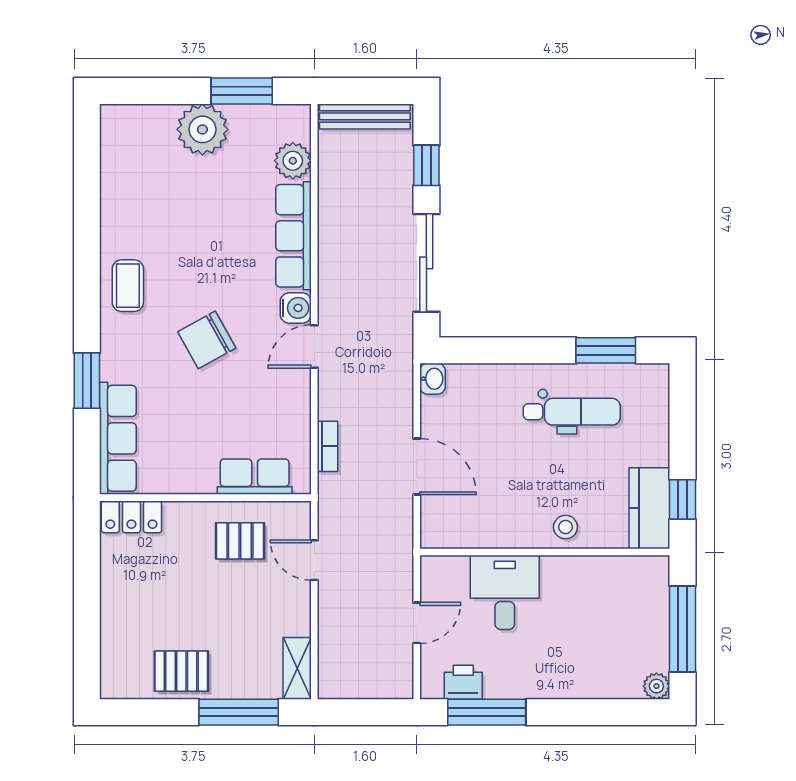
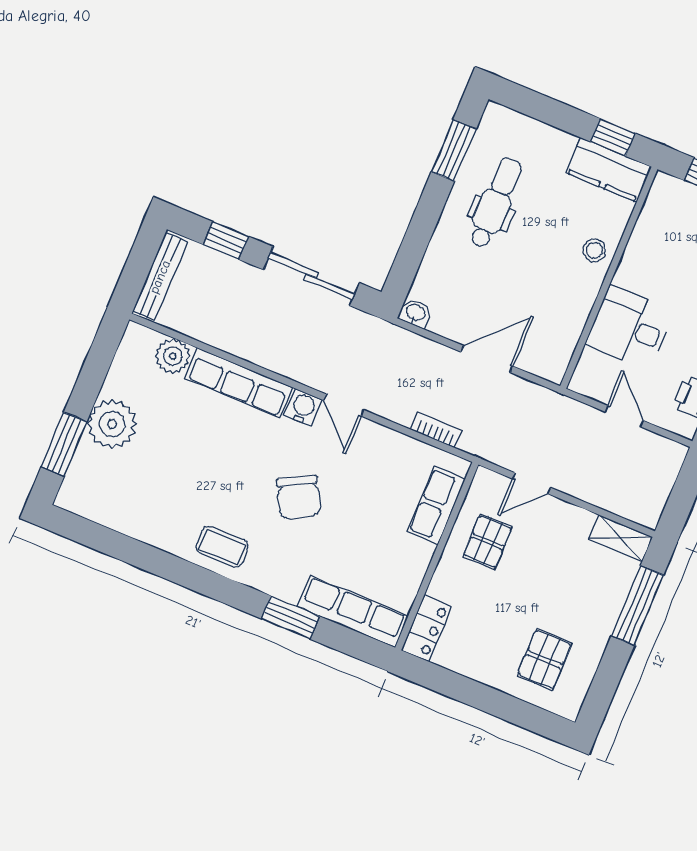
window: (242, 91) -> (64, 444), moved
pallet: (181, 671) -> (544, 659), moved

